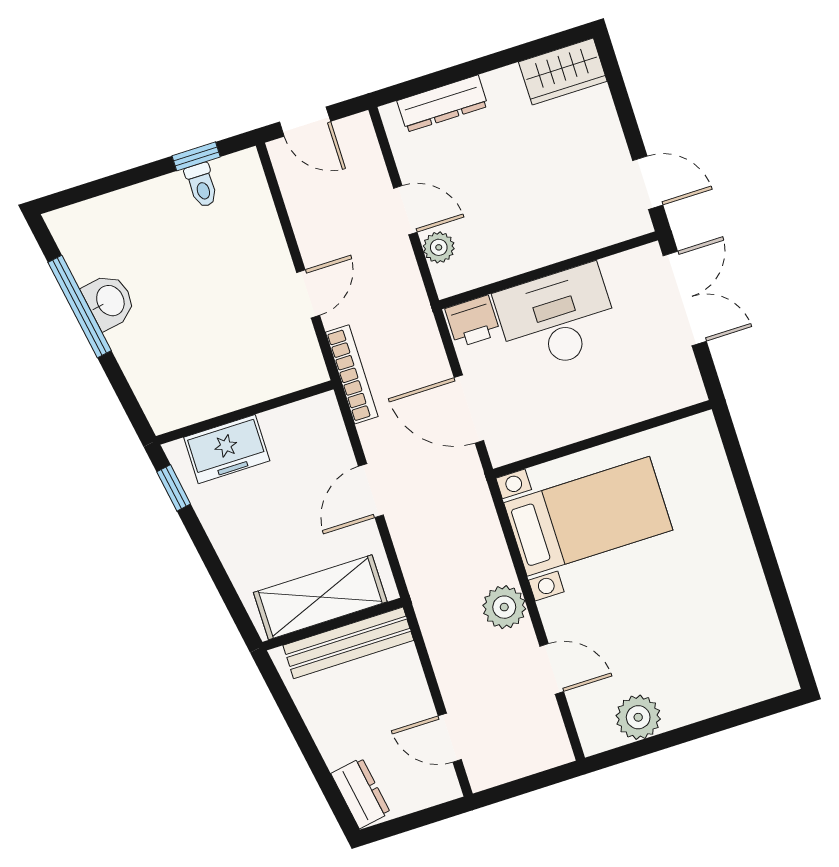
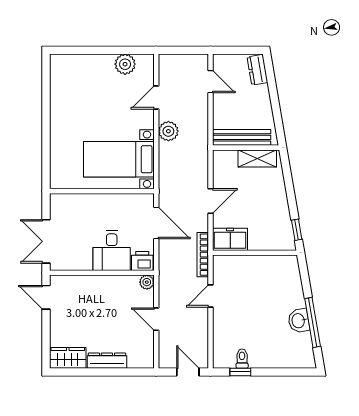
dresser: (442, 104) -> (107, 361), moved
plant: (439, 247) -> (147, 282), moved
desk: (557, 318) -> (112, 251), width x0.73
freezer: (227, 449) -> (230, 239), moved
shelving: (320, 597) -> (257, 158), width x0.67, depth x0.75
door: (552, 669) -> (156, 97), hinge flipped

